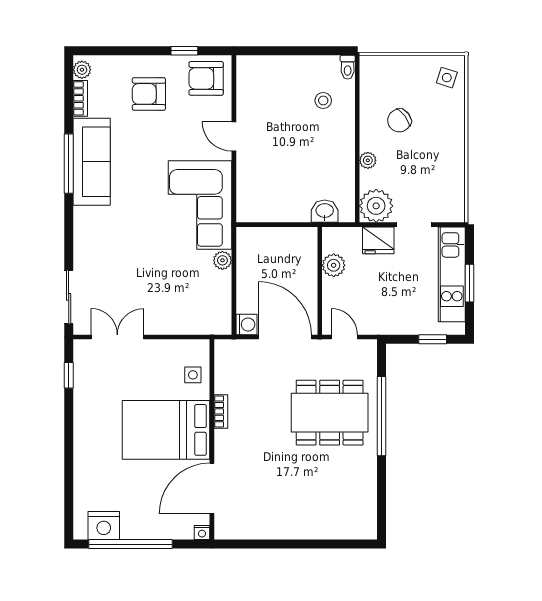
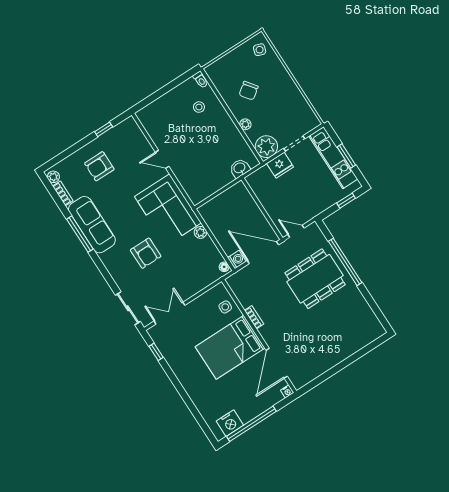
armchair: (206, 78) -> (146, 253), moved, turned -90
plant: (334, 265) -> (264, 195), removed
floor lamp: (224, 323) -> (224, 267), added

